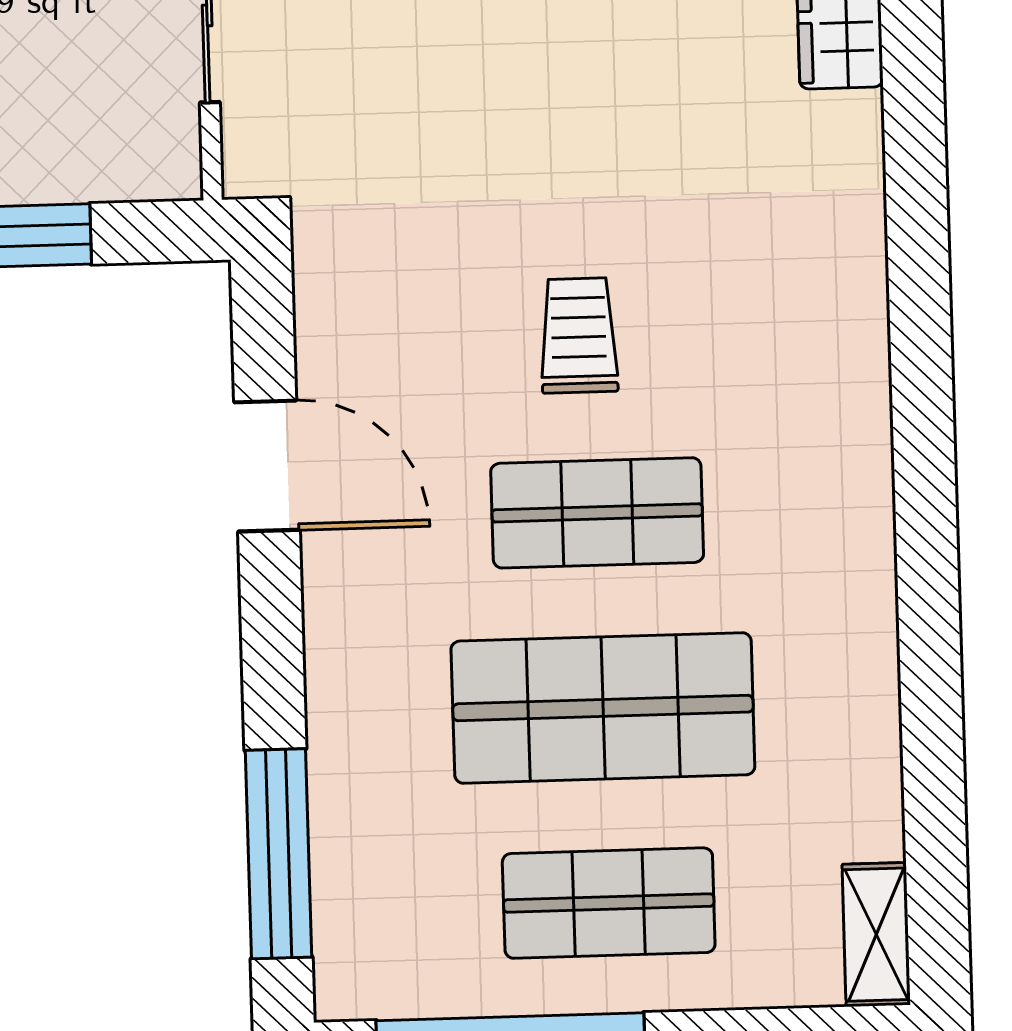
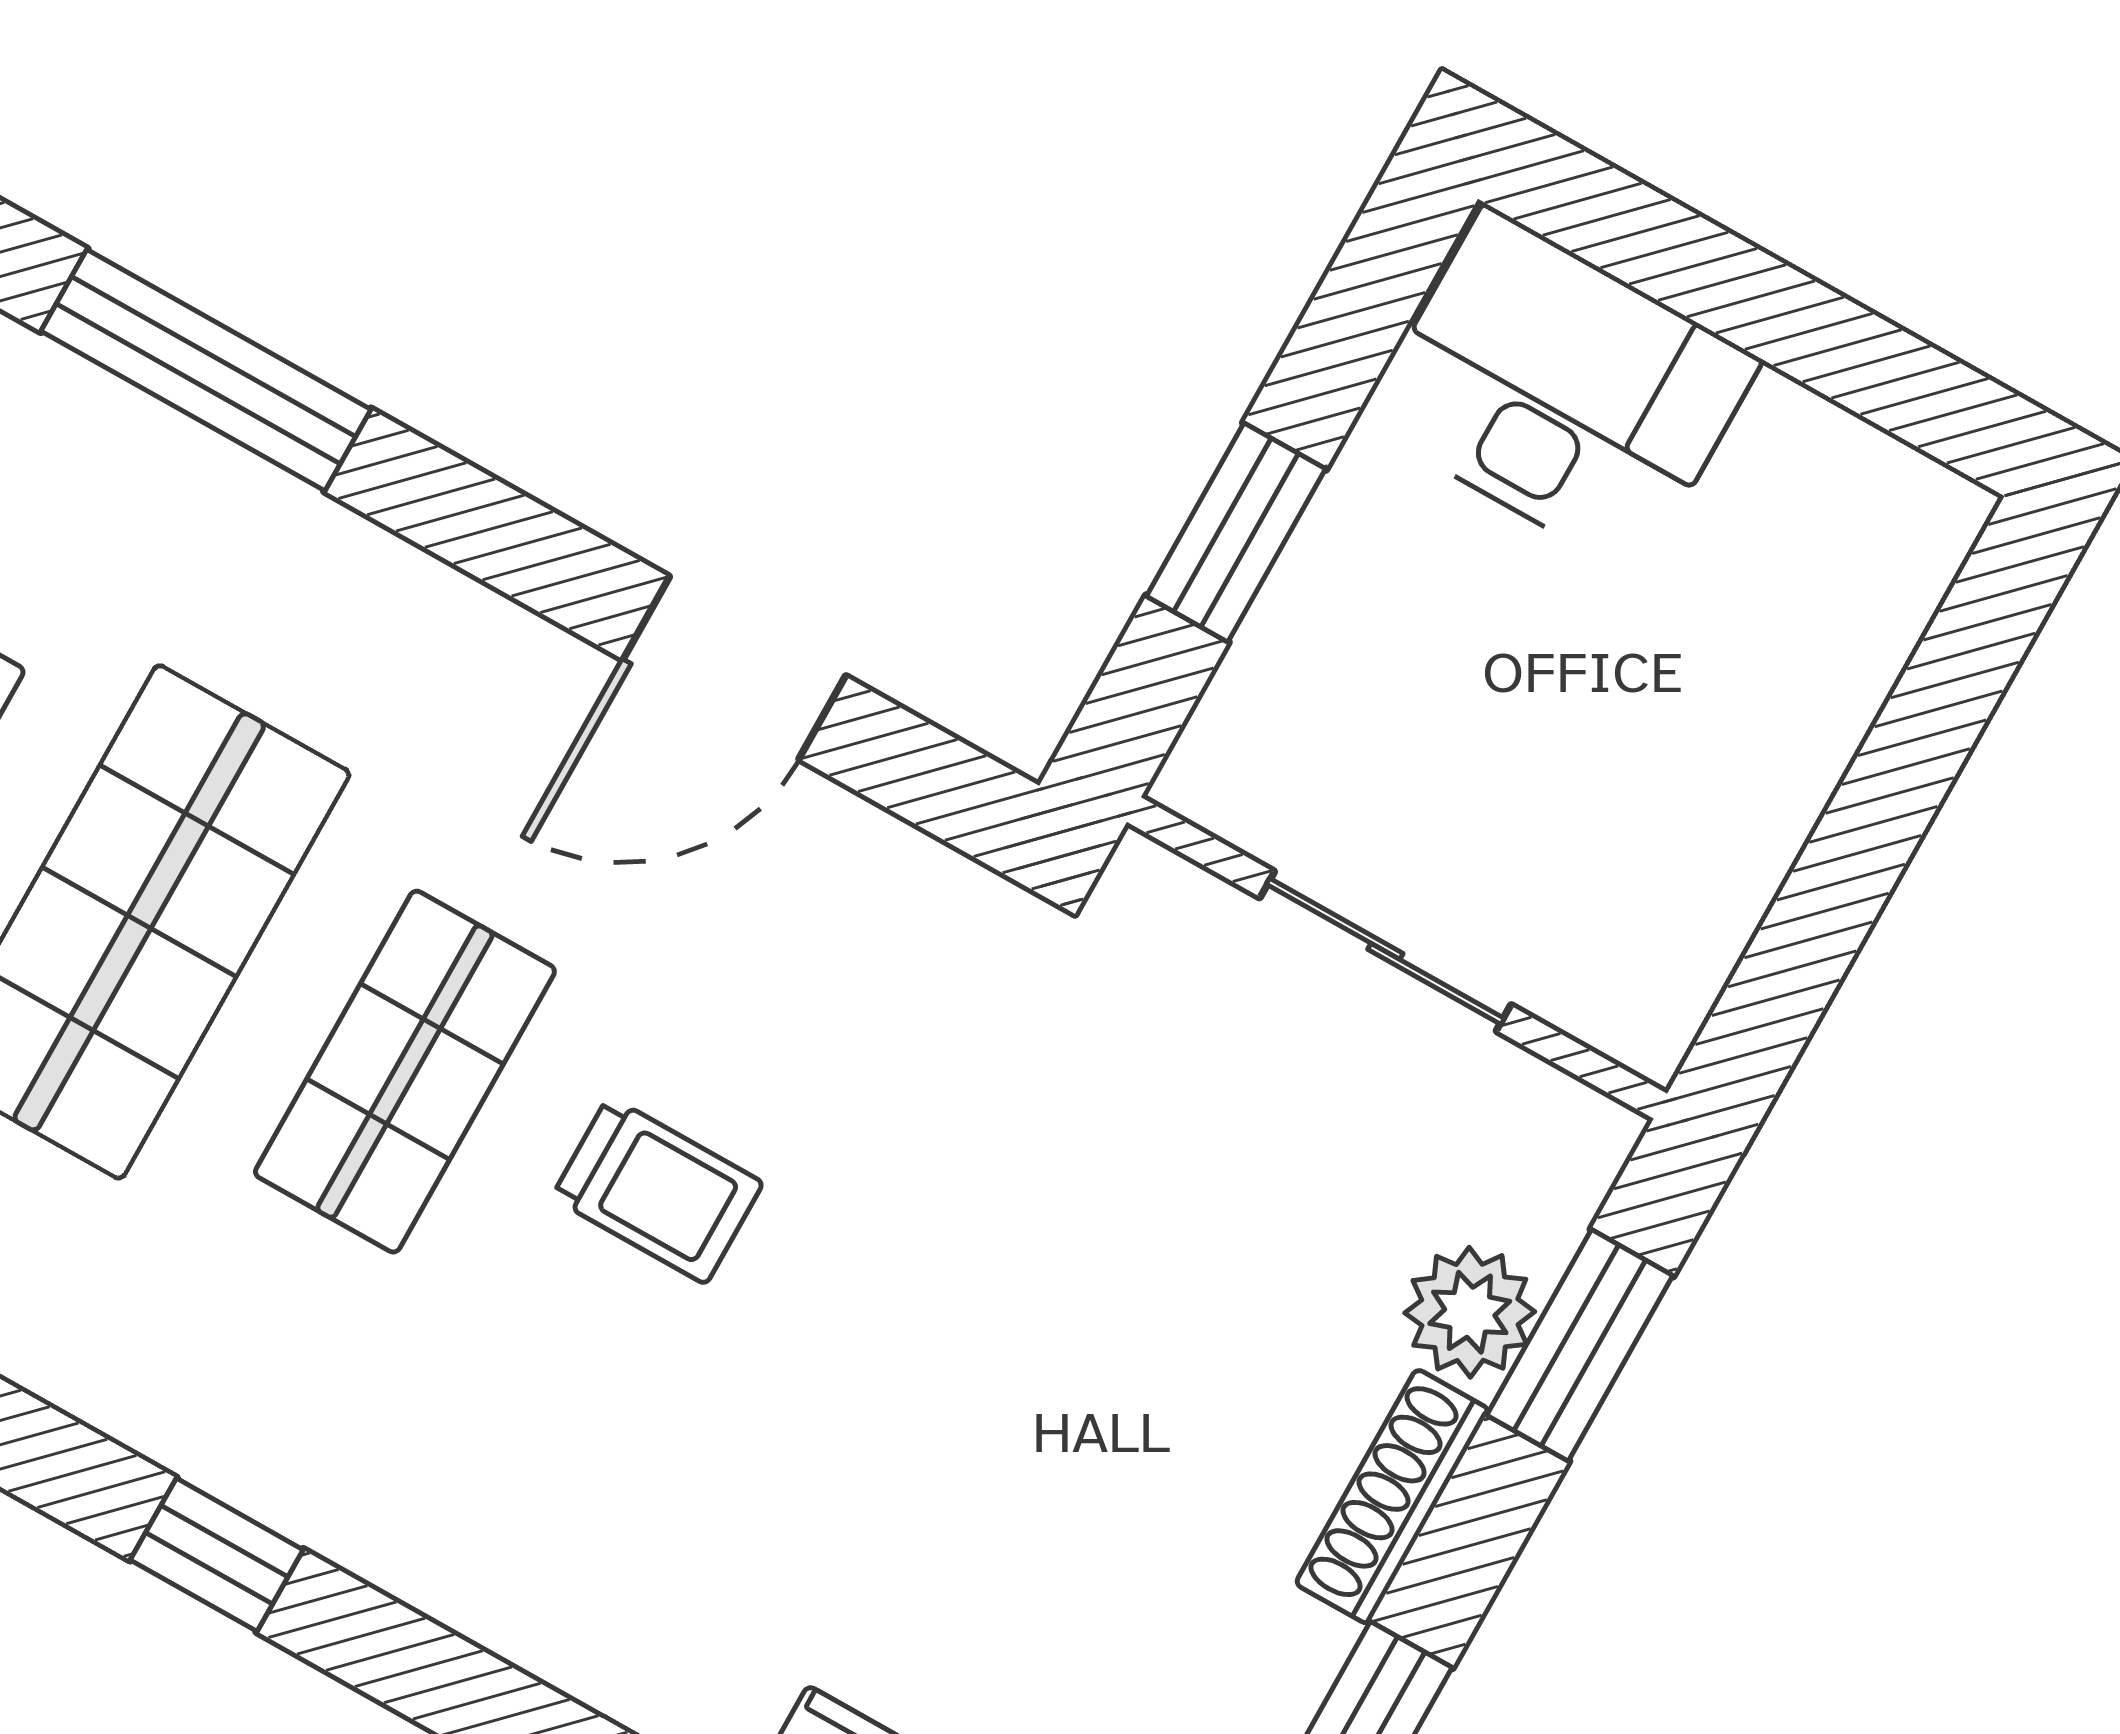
window: (924, 456) -> (217, 1555), added

